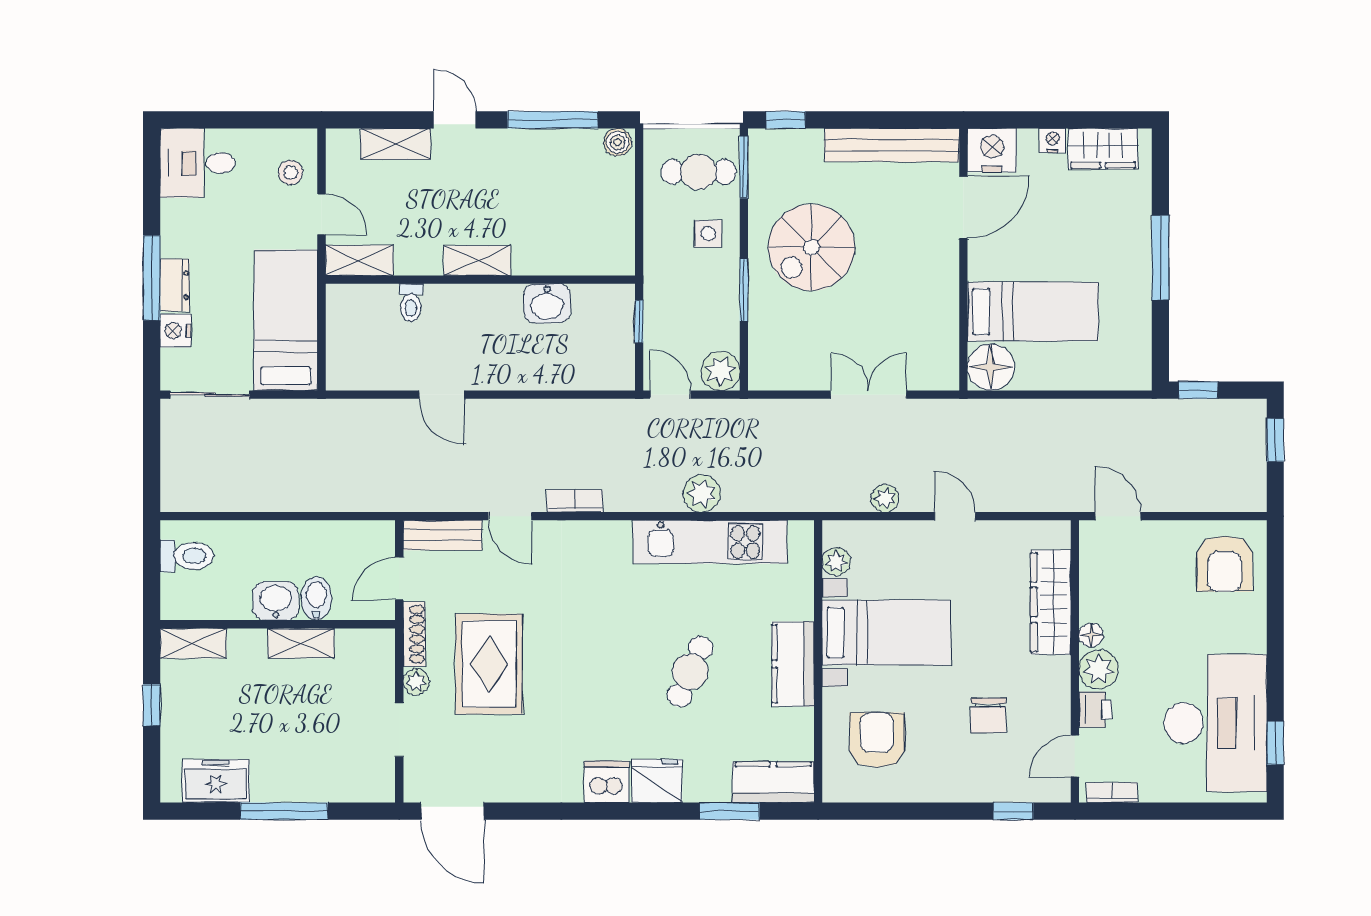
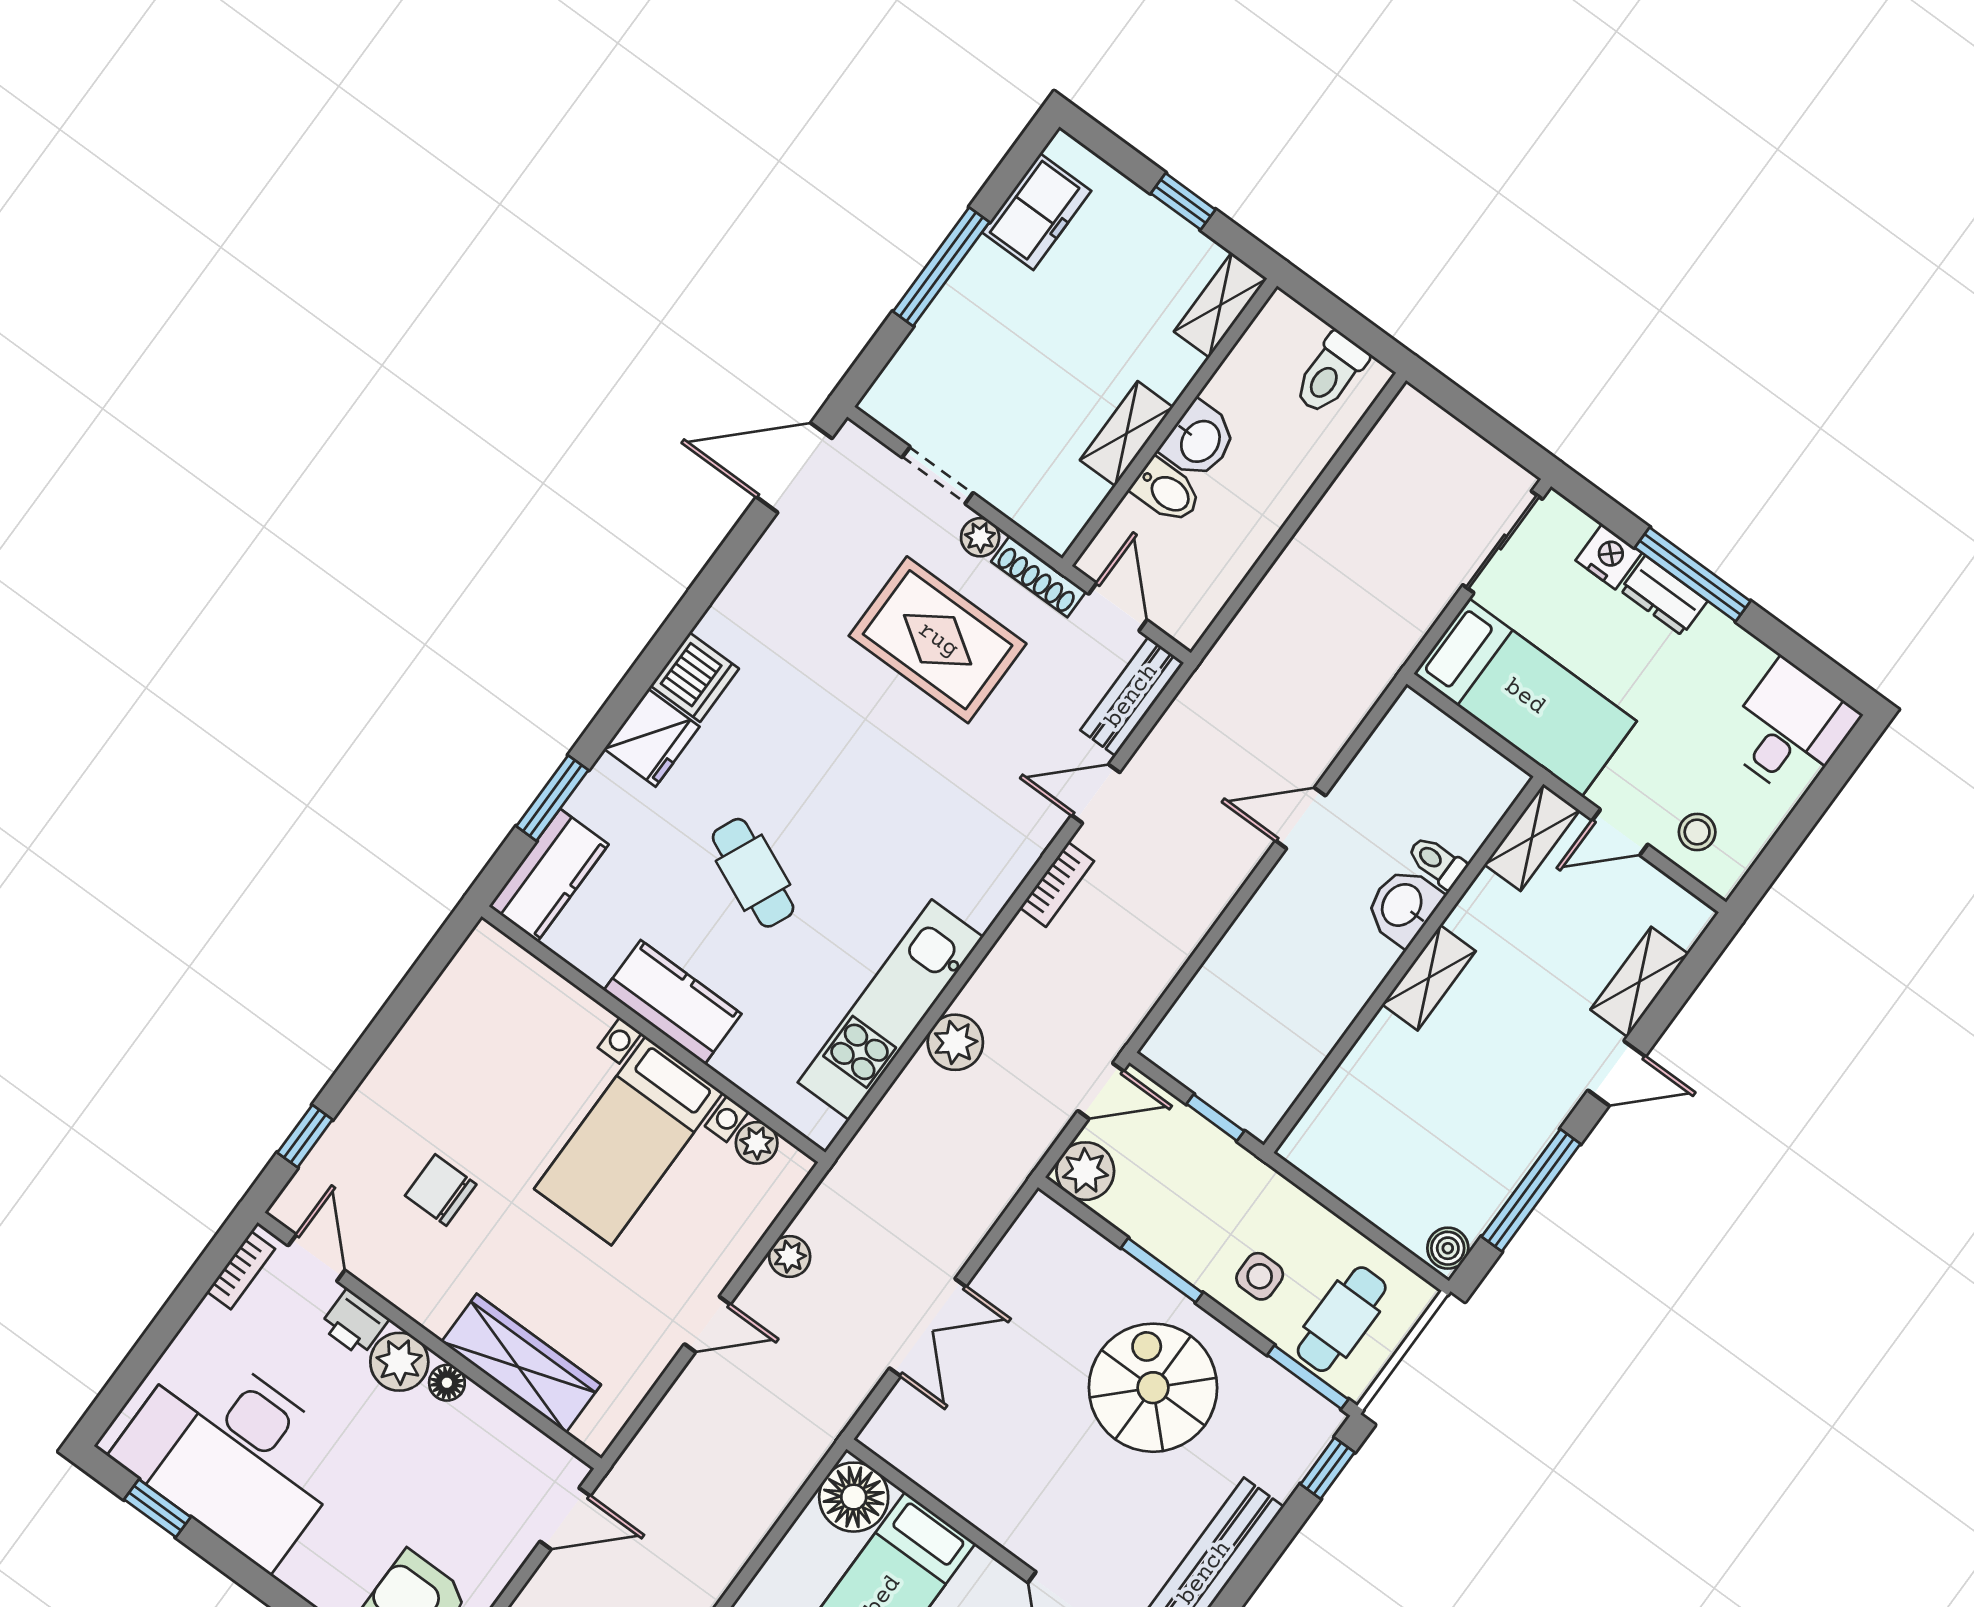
washbasin: (547, 303) -> (1403, 906), moved
armchair: (877, 740) -> (509, 1036), removed

